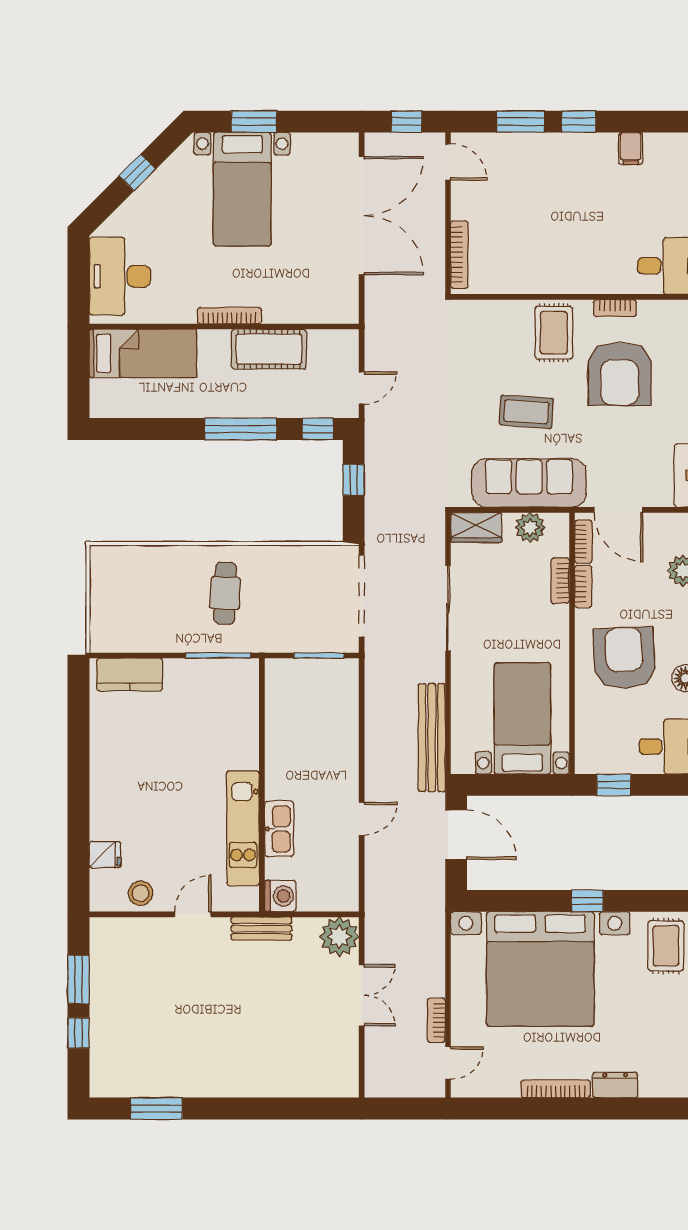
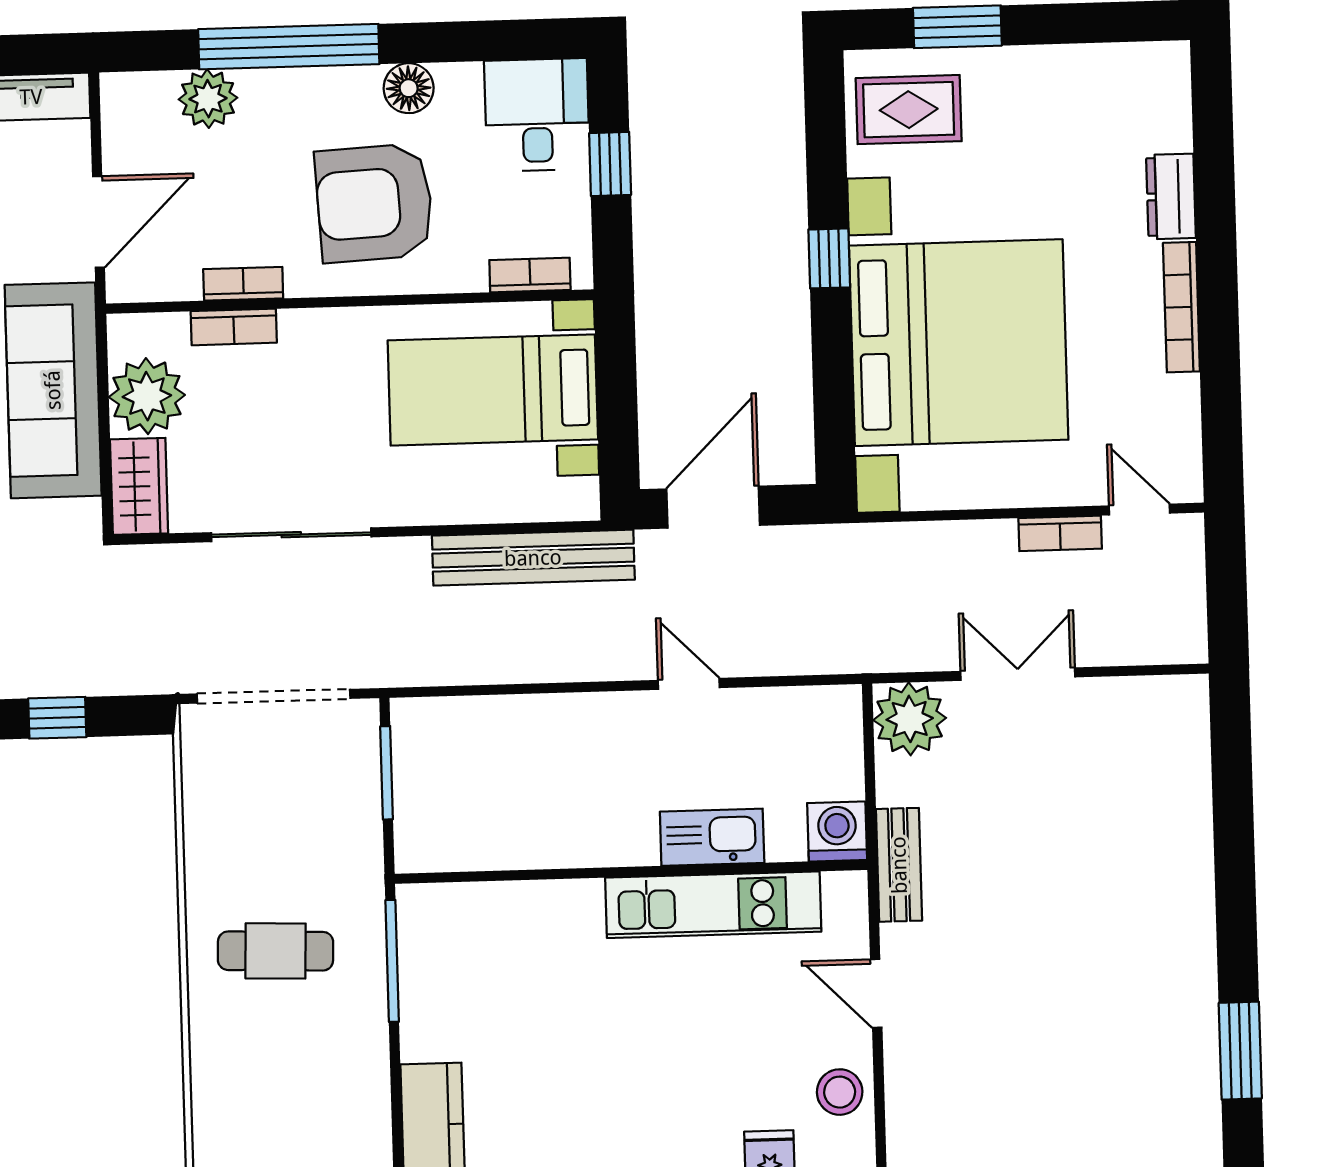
plant: (530, 528) -> (147, 396), width x1.36, depth x1.36
bookcase: (583, 542) -> (530, 275), moved
window: (614, 785) -> (610, 164), moved

